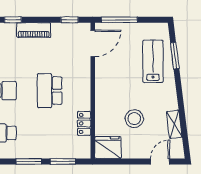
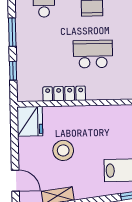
locker: (84, 123) -> (64, 94), width x1.53
window: (63, 161) -> (13, 71), width x0.67

